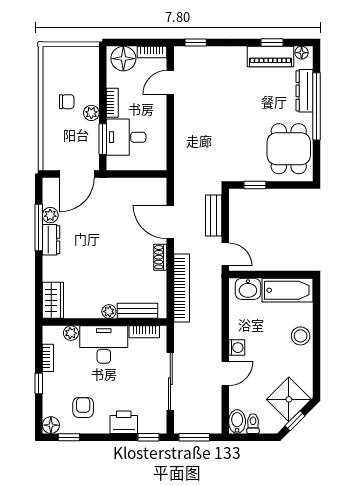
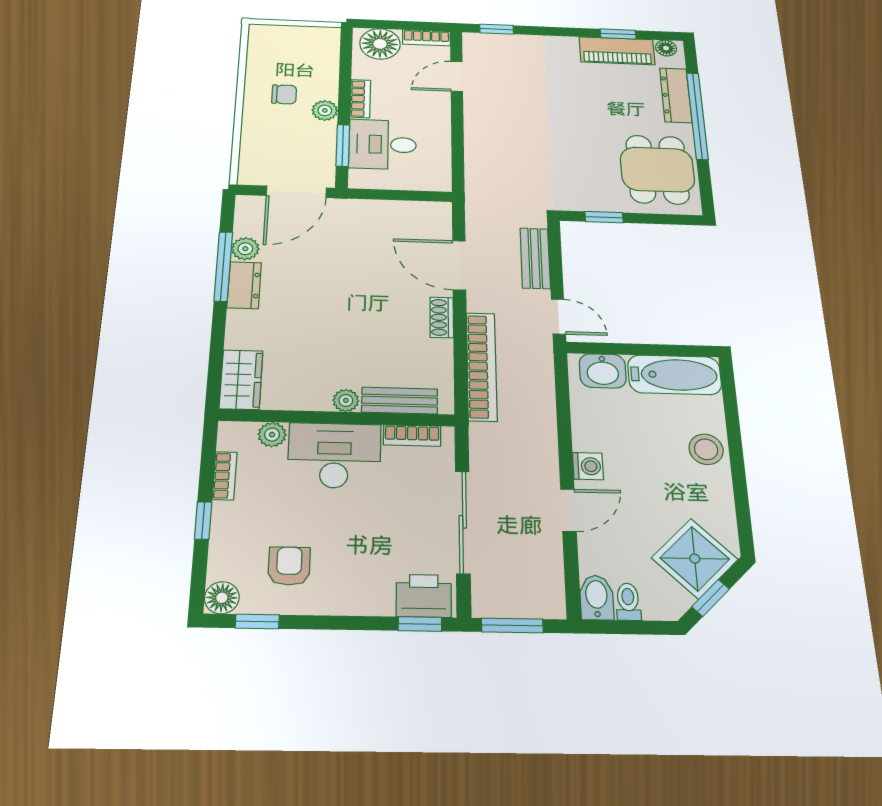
printer: (124, 422) -> (424, 596), moved

